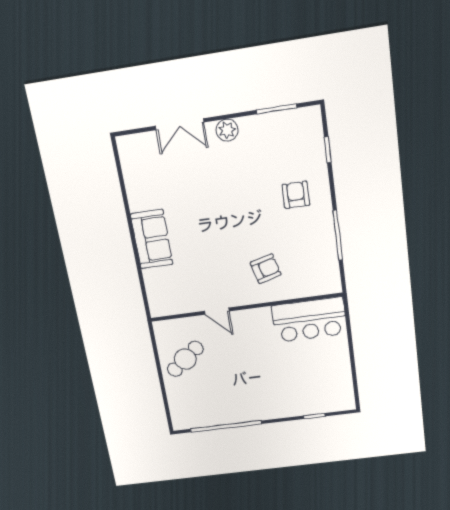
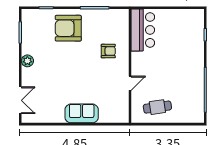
double door: (179, 124) -> (20, 100), moved
armchair: (296, 195) -> (68, 28), width x1.88, depth x1.88
armchair: (266, 269) -> (108, 51), turned 105
cafe table: (185, 359) -> (157, 107), turned -59

